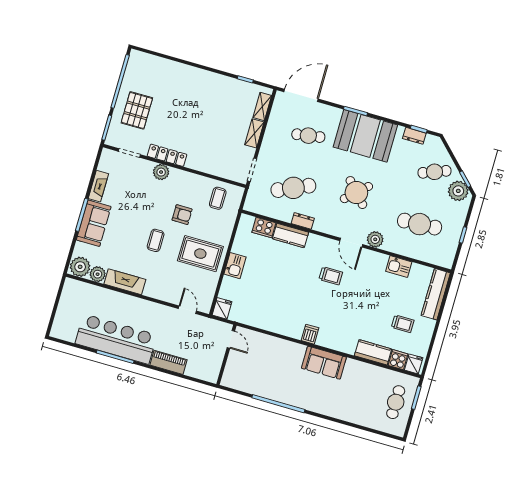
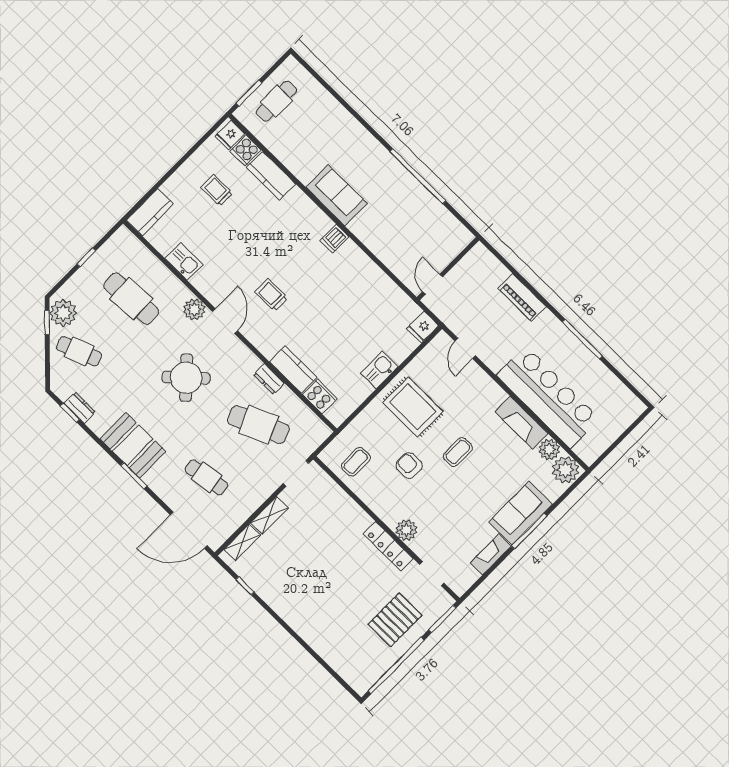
booth: (365, 136) -> (133, 445), width x0.73, depth x0.70
kitchen counter: (436, 294) -> (150, 212), width x0.67
bar counter: (116, 339) -> (548, 397), moved, turned 180

